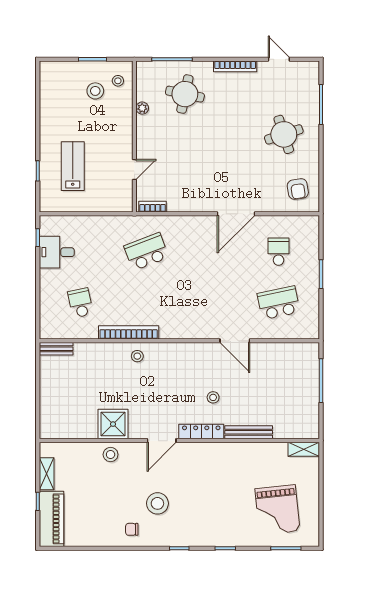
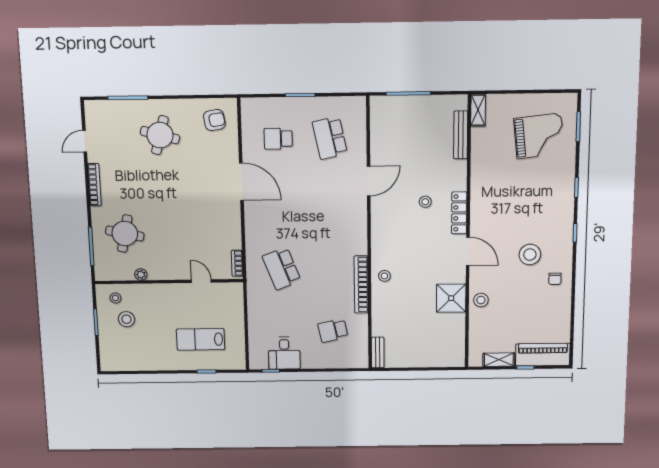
round table: (284, 134) -> (160, 135), turned 33
bench: (249, 432) -> (461, 135), moved

